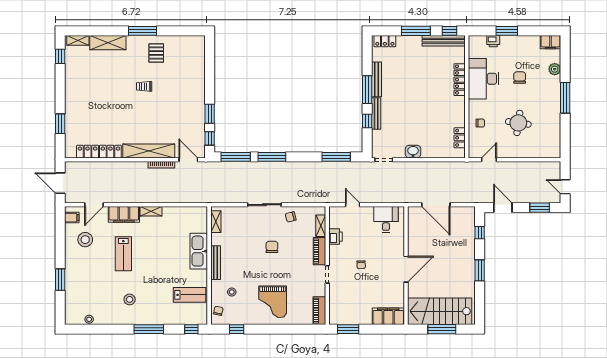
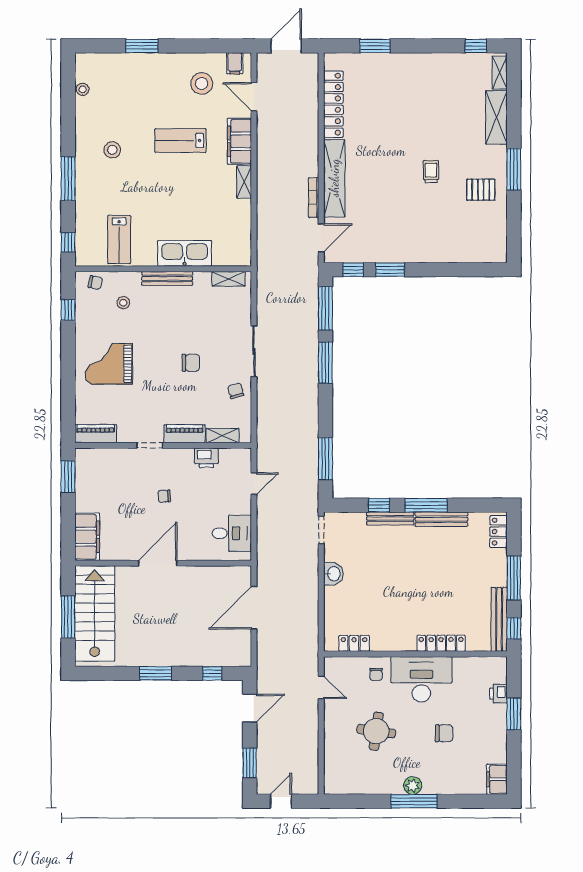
plant: (555, 69) -> (413, 786), moved
desk: (484, 79) -> (421, 679), moved
door: (406, 269) -> (158, 563), swing flipped

